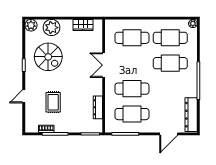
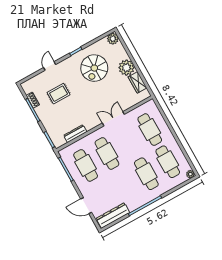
plant: (51, 28) -> (126, 68), moved
door: (24, 96) -> (50, 66), hinge flipped

